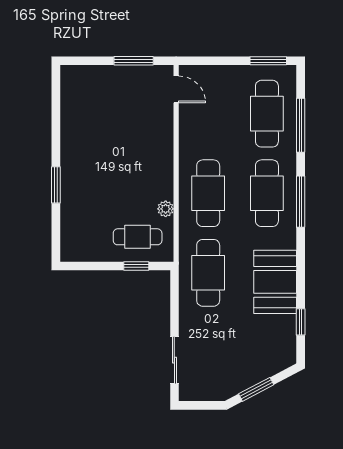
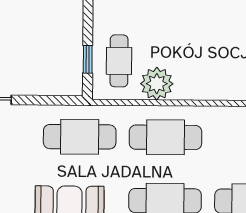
plant: (166, 209) -> (157, 84), width x1.88, depth x1.88

